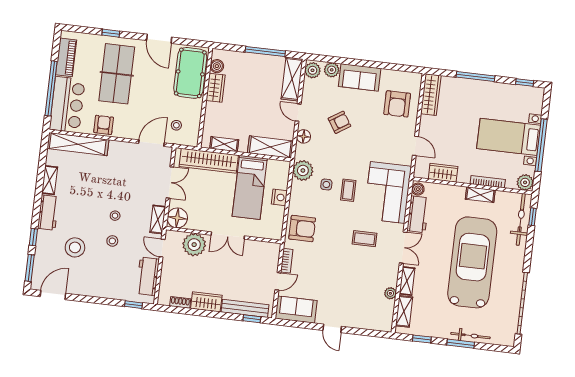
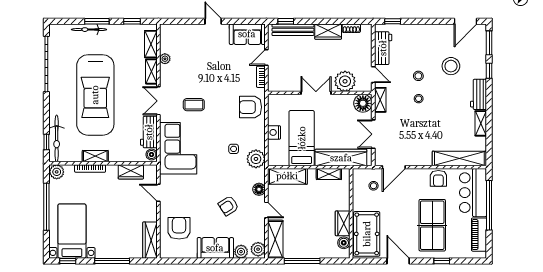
bed with nightstands: (509, 137) -> (72, 231), moved, turned -90
coffee table: (348, 190) -> (213, 146), removed

